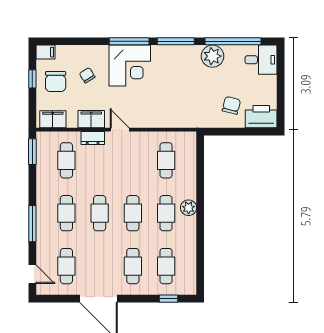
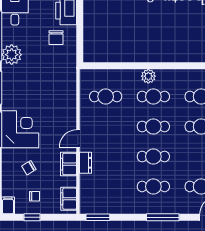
chair: (56, 82) -> (34, 196), width x0.54, depth x0.54
chair: (231, 105) -> (56, 38), turned -104
cafe table: (66, 160) -> (106, 186), removed

